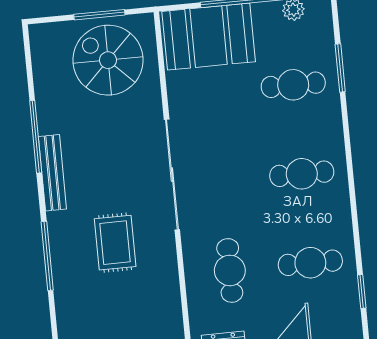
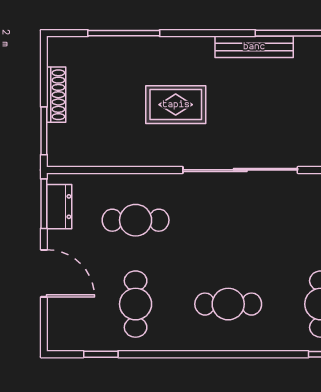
cafe table: (302, 174) -> (228, 304), turned 90
window: (47, 256) -> (124, 33), moved

